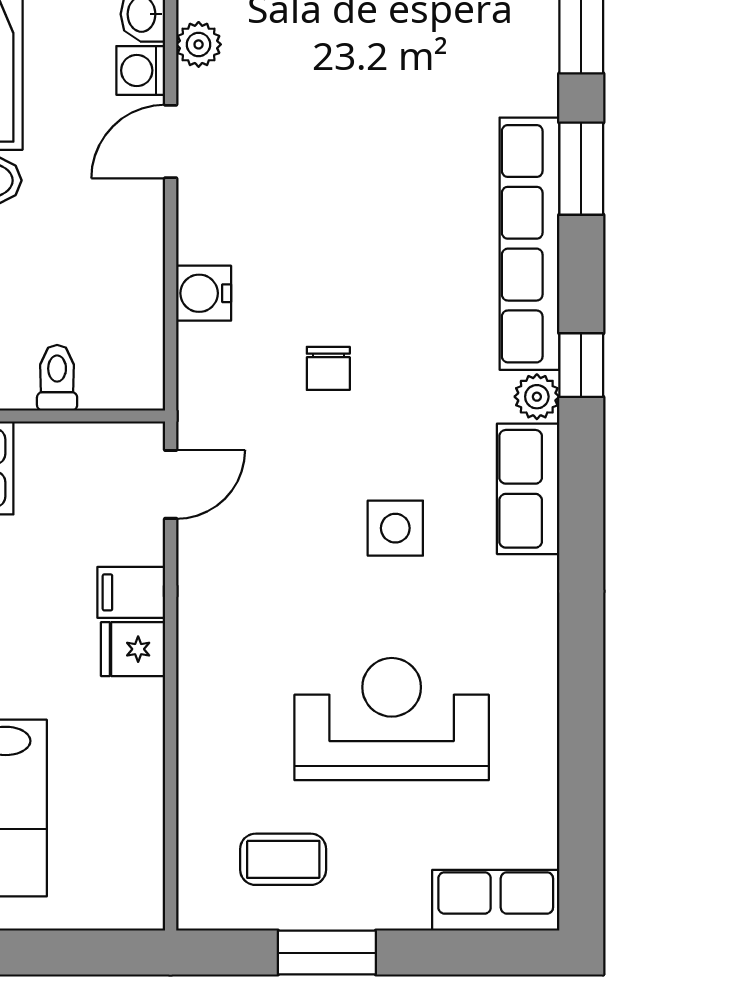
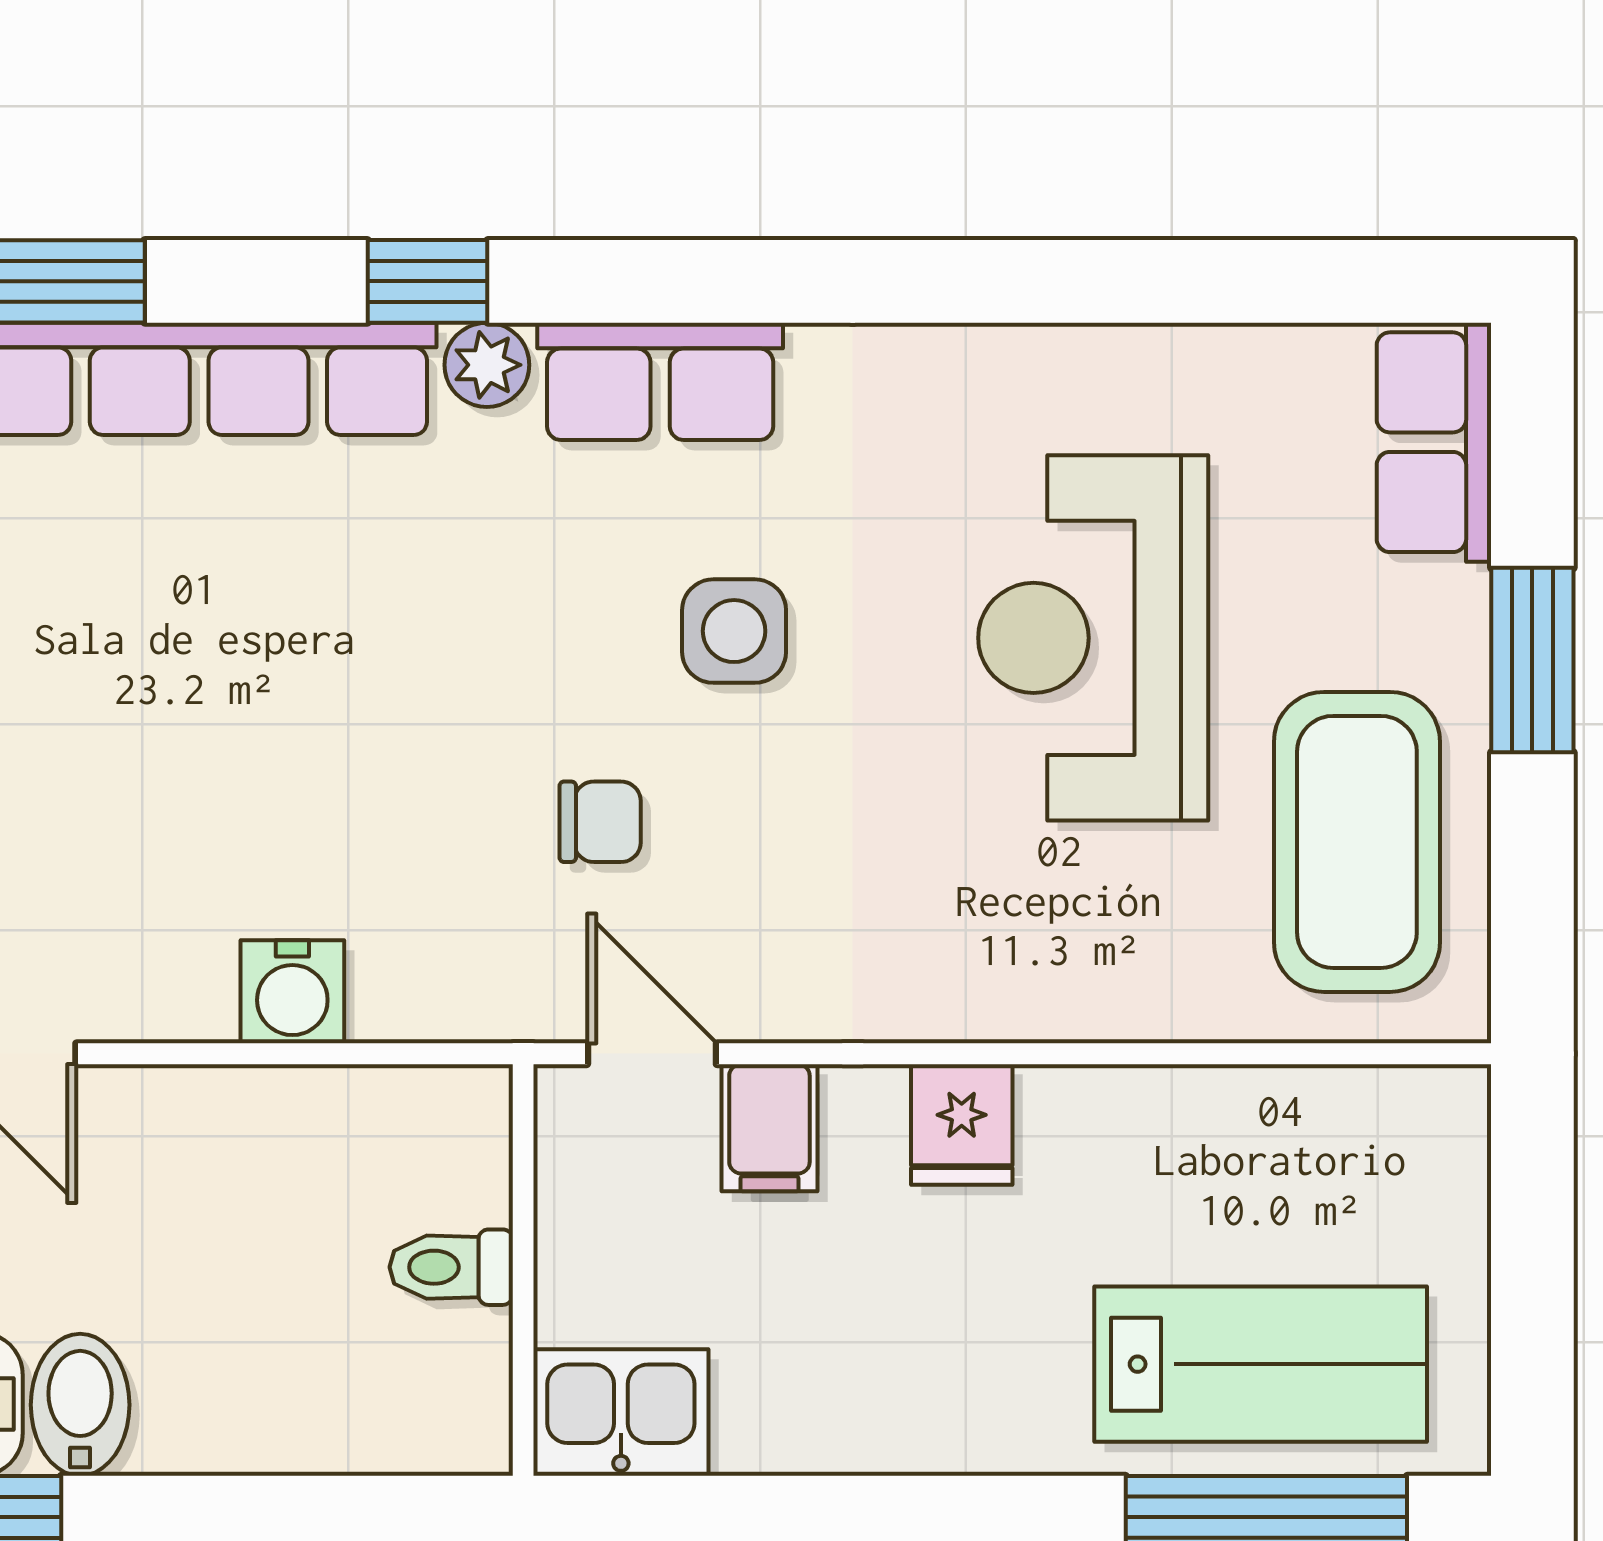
chair: (328, 368) -> (600, 822), moved
filing cabinet: (131, 592) -> (769, 1128), moved
coffee table: (283, 859) -> (1357, 842), width x1.86, depth x1.72
window: (327, 953) -> (1532, 660), moved

